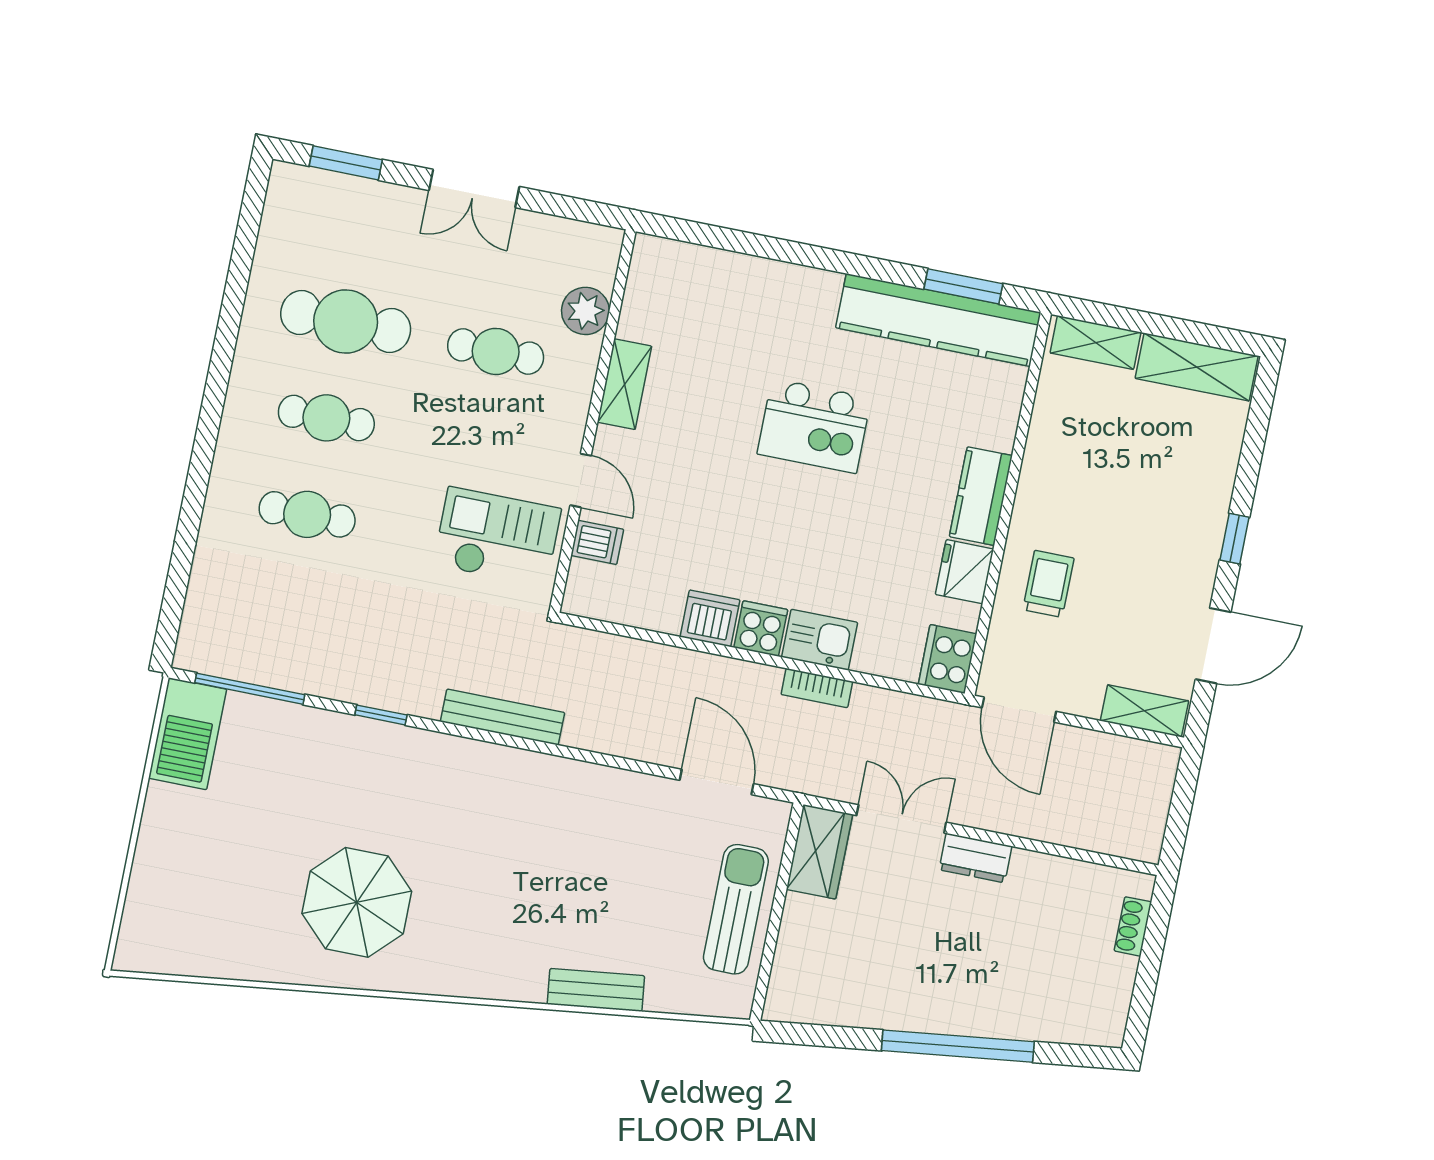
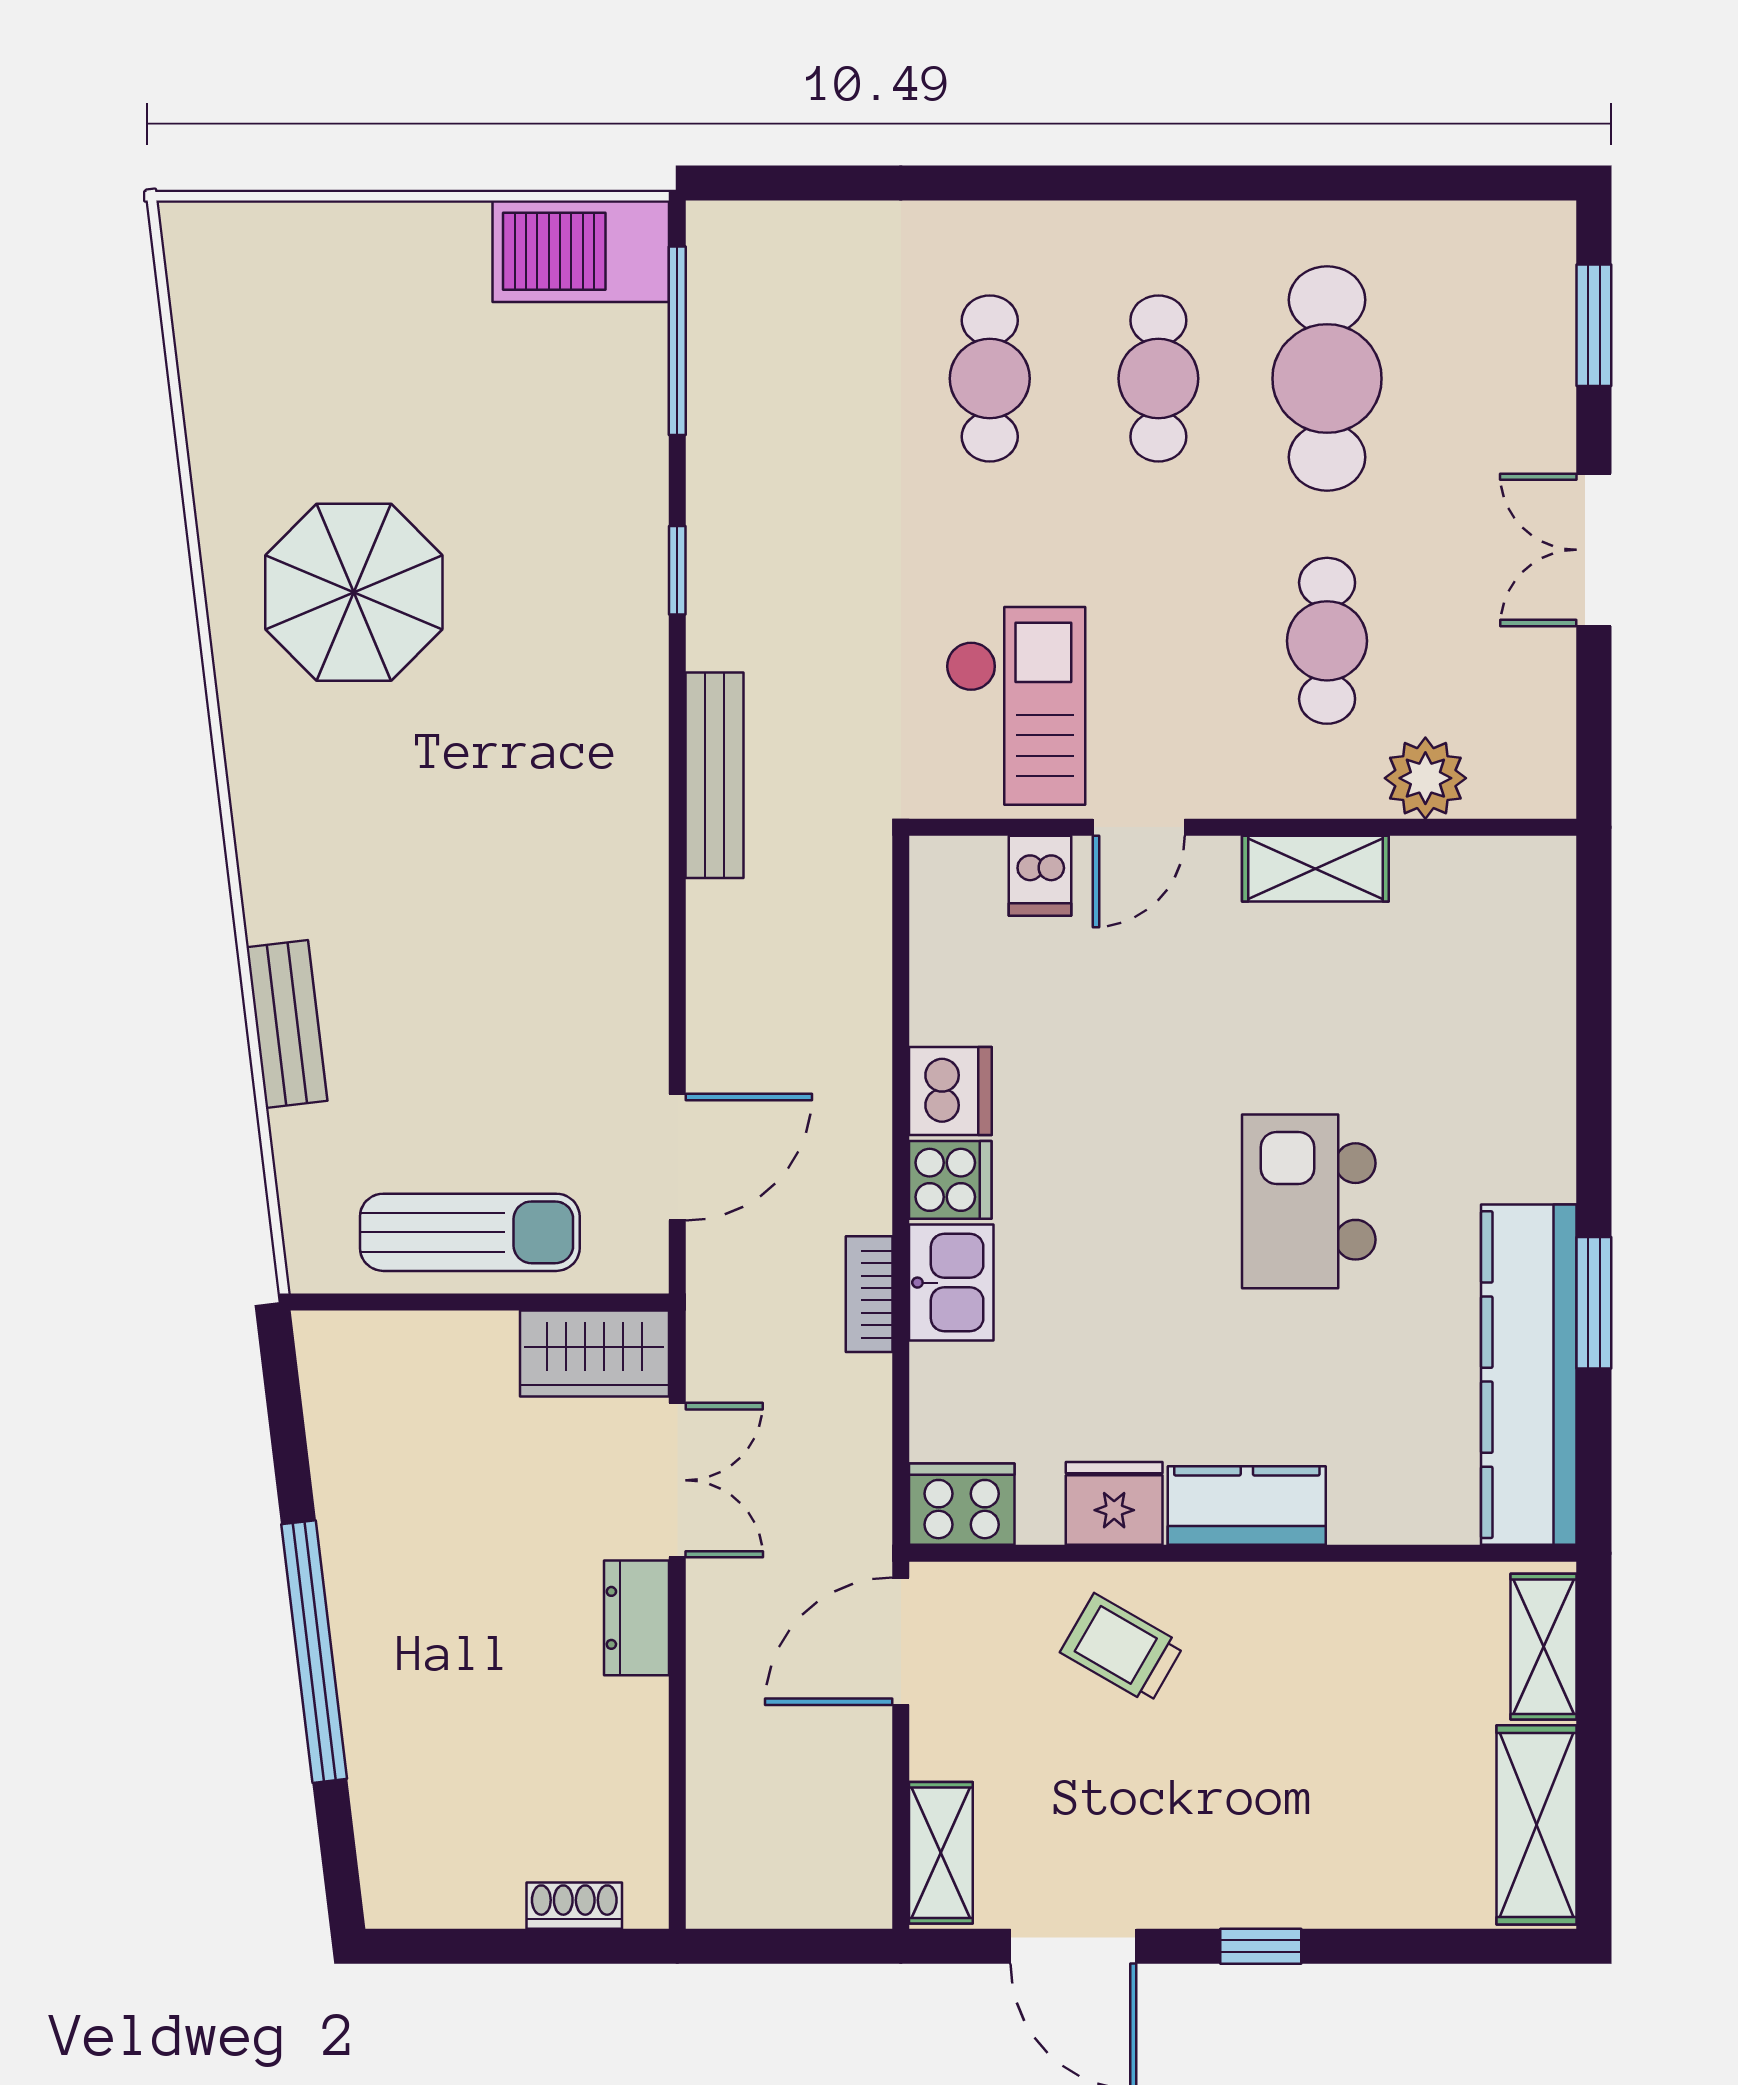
window: (963, 286) -> (1594, 1303), moved
trolley: (1048, 584) -> (1122, 1649), turned -150

